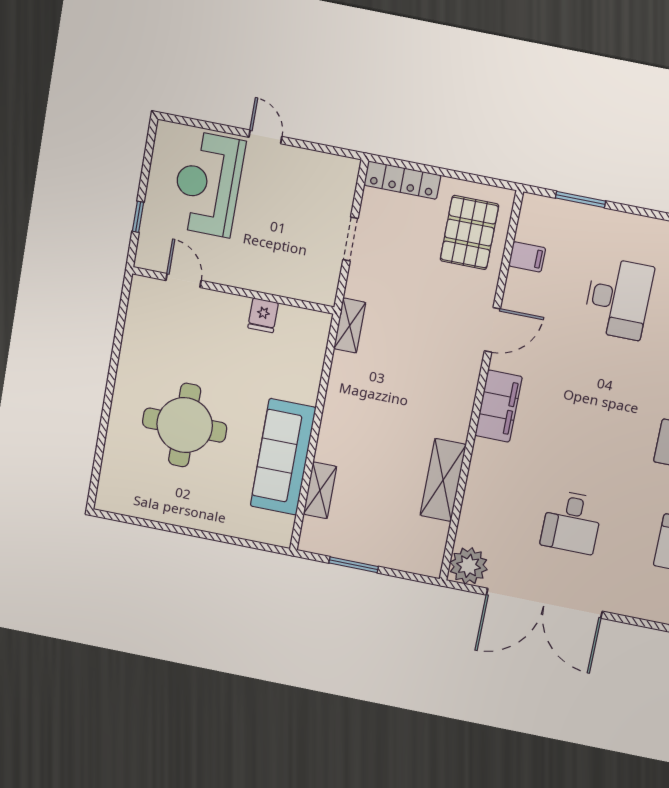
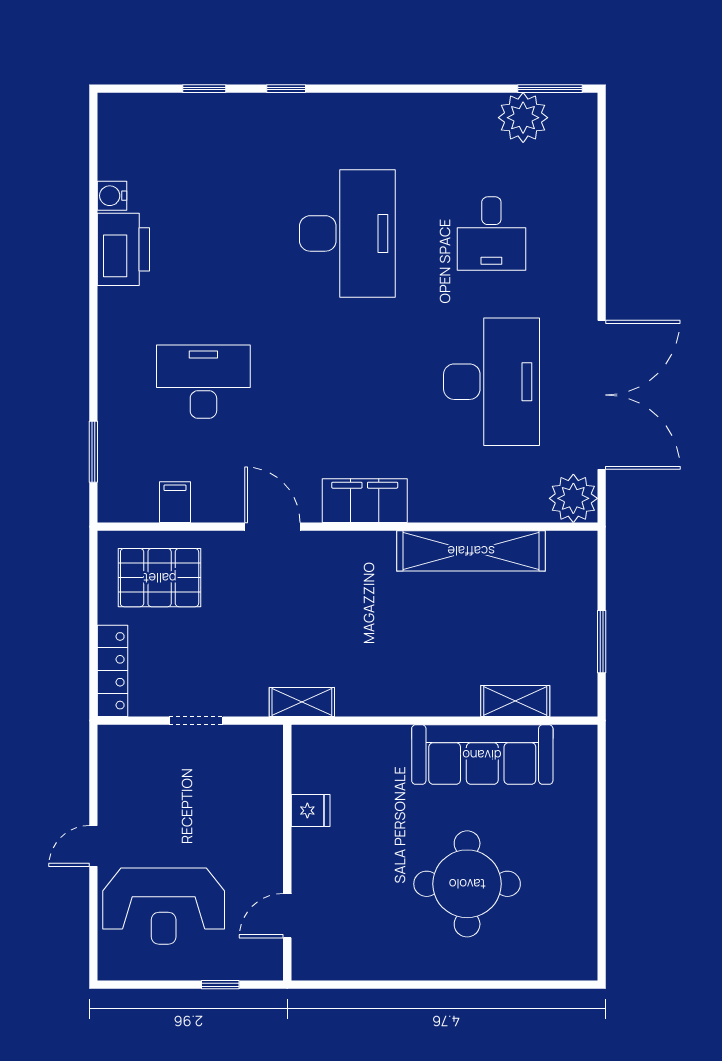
shelving: (443, 480) -> (471, 551), width x1.47
desk: (572, 522) -> (491, 382), width x1.87, depth x1.30

